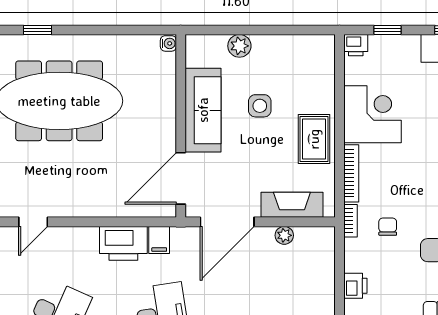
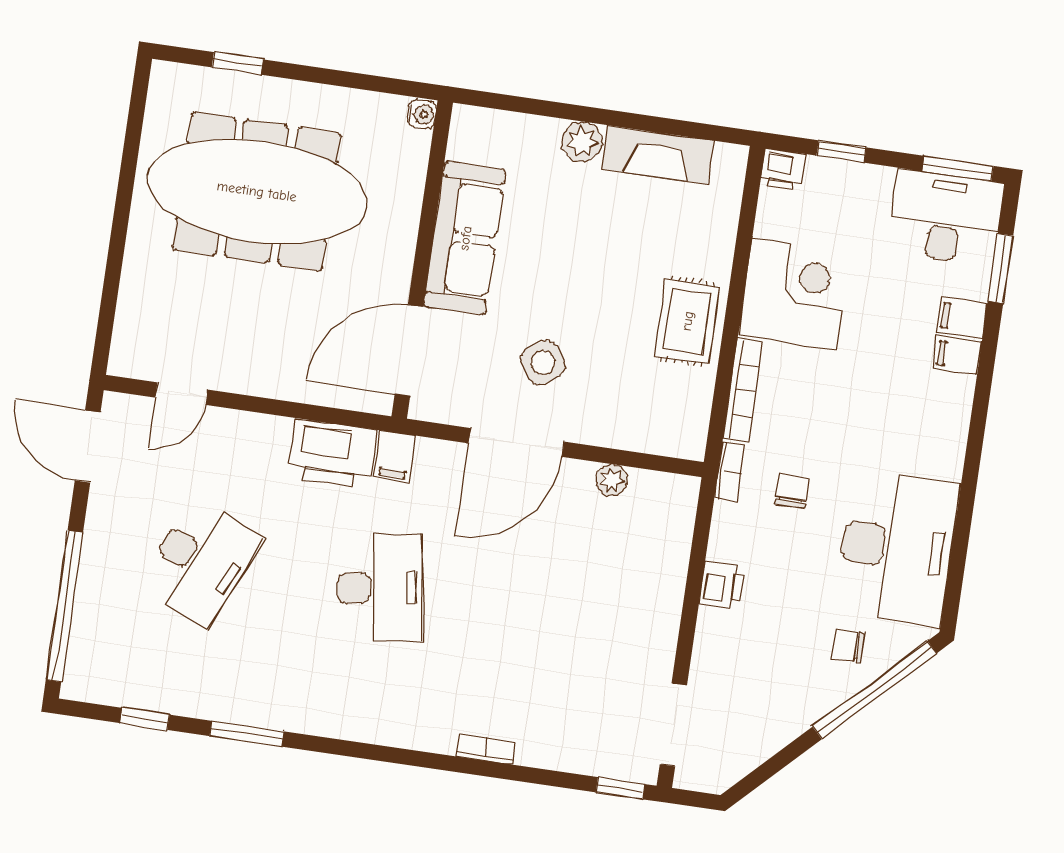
water cooler: (168, 43) -> (422, 114), moved
side table: (260, 106) -> (543, 363), moved, turned -34
sofa: (203, 110) -> (465, 238), moved
wall: (181, 126) -> (422, 260), moved
door: (181, 178) -> (409, 350), moved
fireplace: (292, 205) -> (658, 155), moved, turned 180

